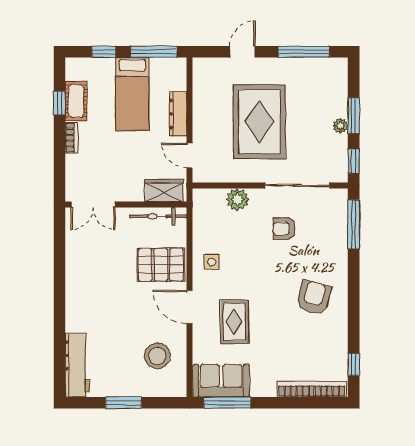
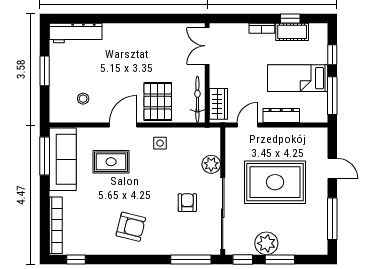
plant: (340, 126) -> (266, 243), width x1.88, depth x1.88
sliding door: (297, 186) -> (223, 213), width x1.36
stool: (157, 356) -> (83, 99), width x0.53, depth x0.53
sofa: (221, 381) -> (63, 159), width x1.36

